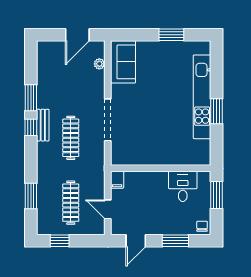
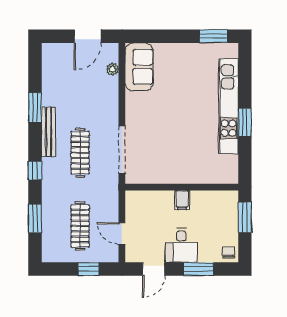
window: (171, 35) -> (214, 36), moved
doorway: (108, 120) -> (122, 150), moved
bench: (43, 125) -> (49, 132), width x1.36
window: (31, 127) -> (35, 170), moved
filing cabinet: (117, 180) -> (182, 200), moved
desk: (183, 186) -> (181, 245), moved, turned 180
window: (60, 241) -> (89, 269), moved

